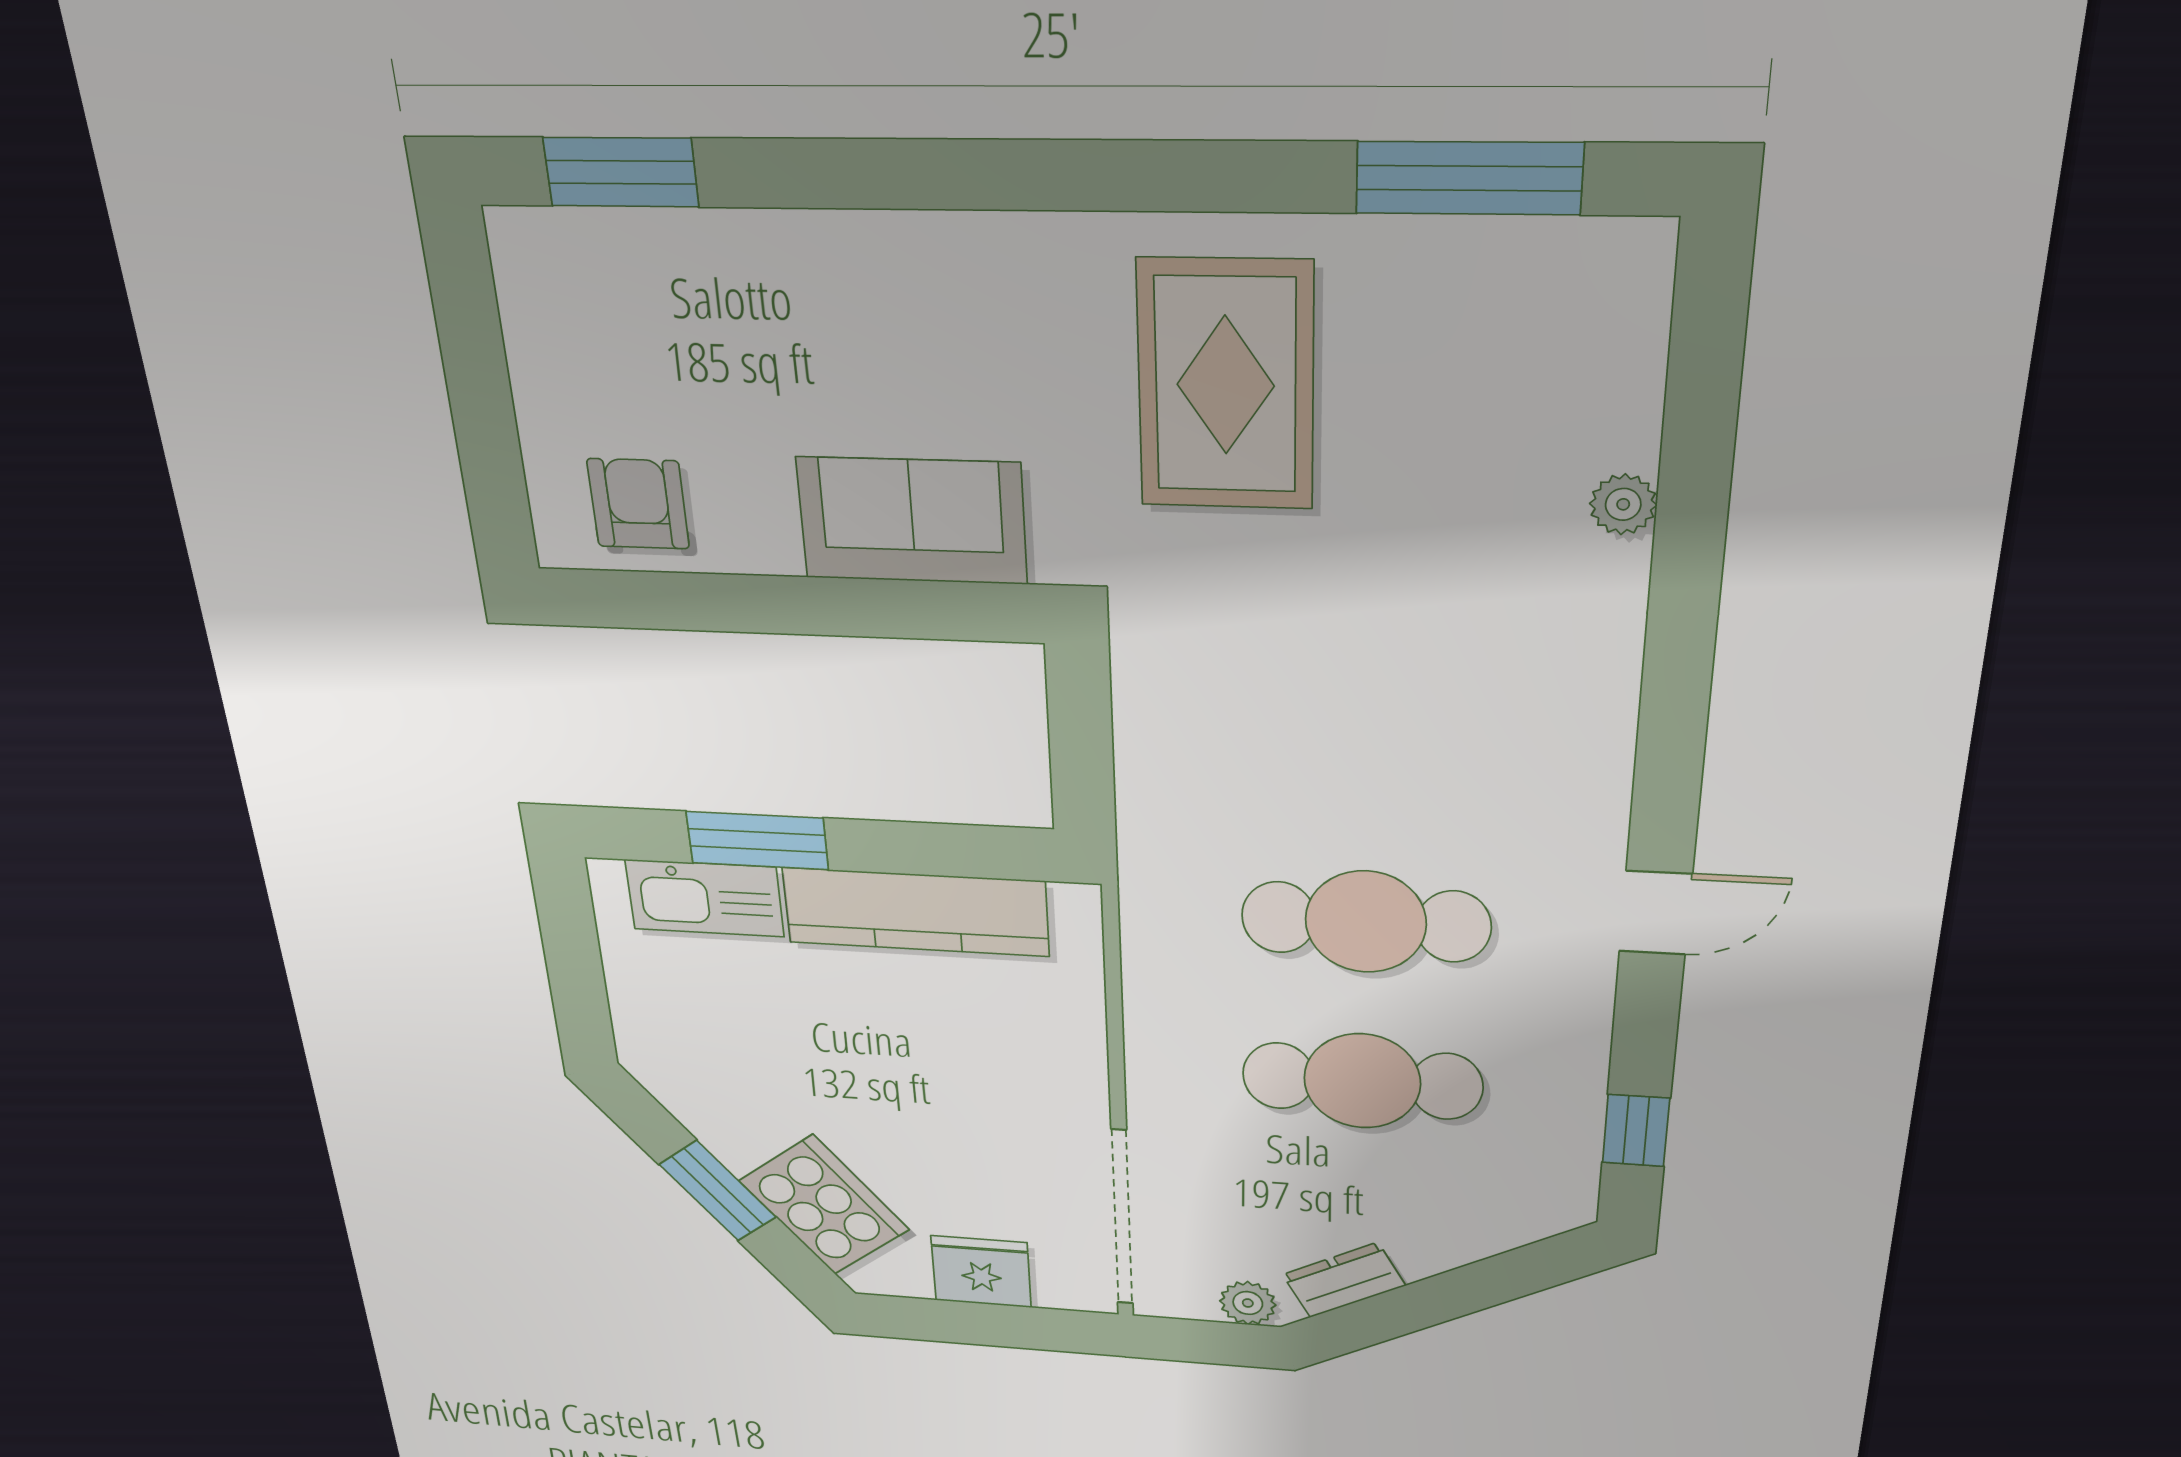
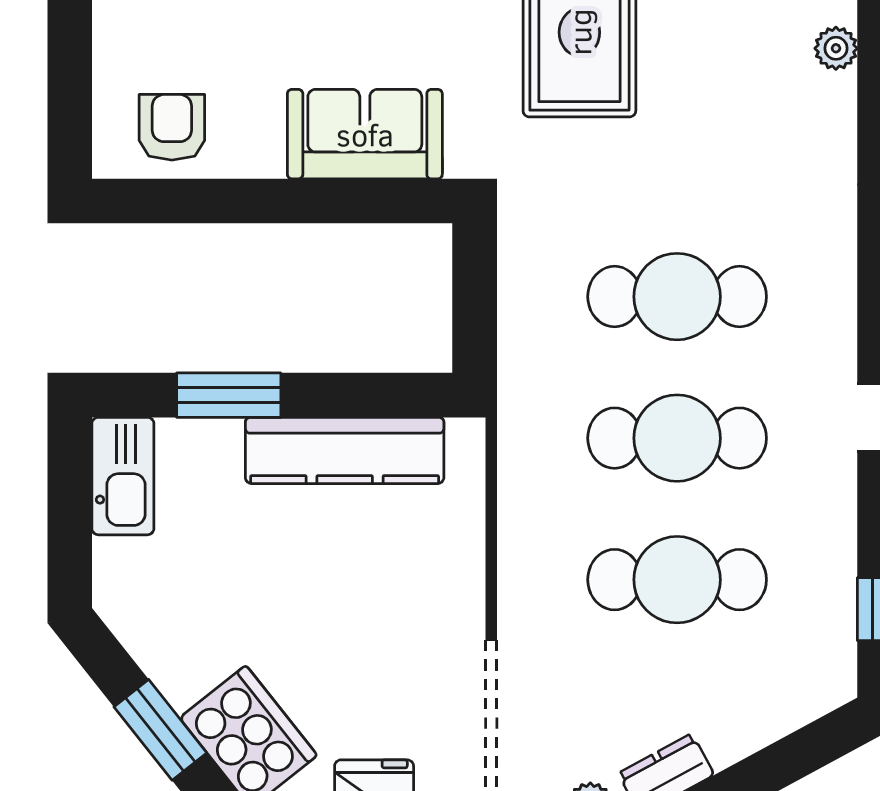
plant: (1623, 504) -> (836, 48), moved
cafe table: (1370, 750) -> (677, 297), added
kitchen sink: (705, 898) -> (123, 476), moved, turned -90

